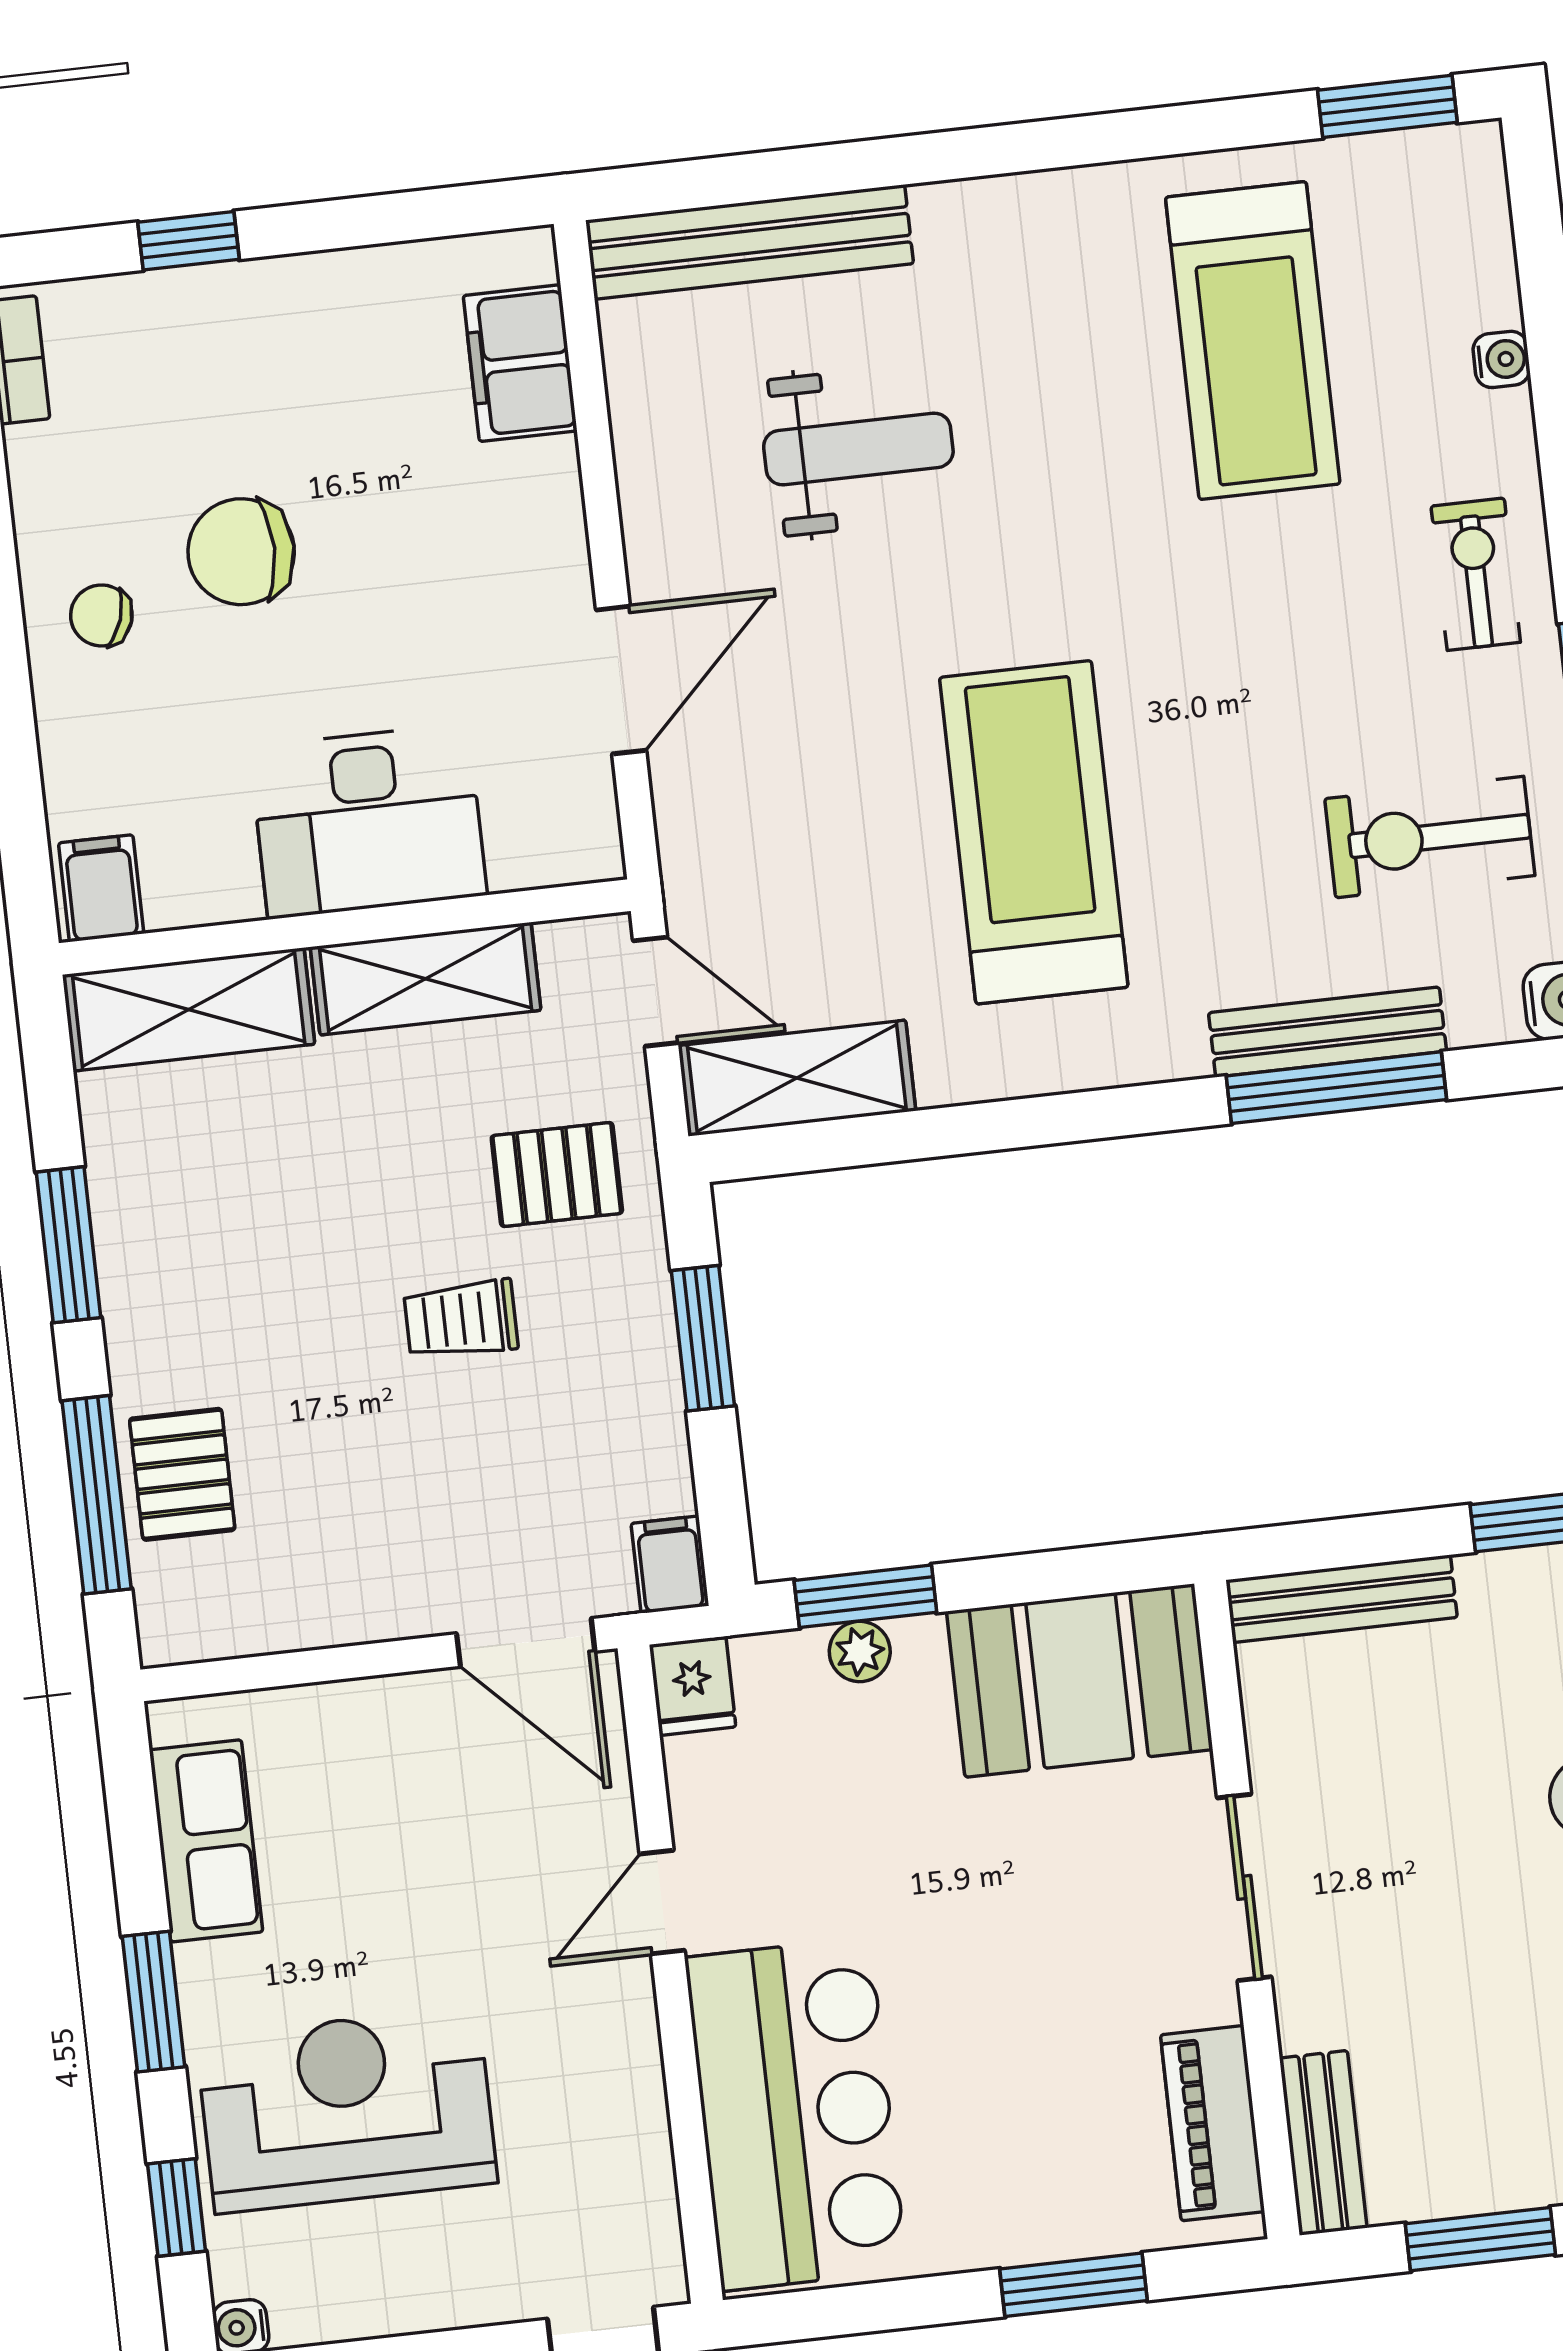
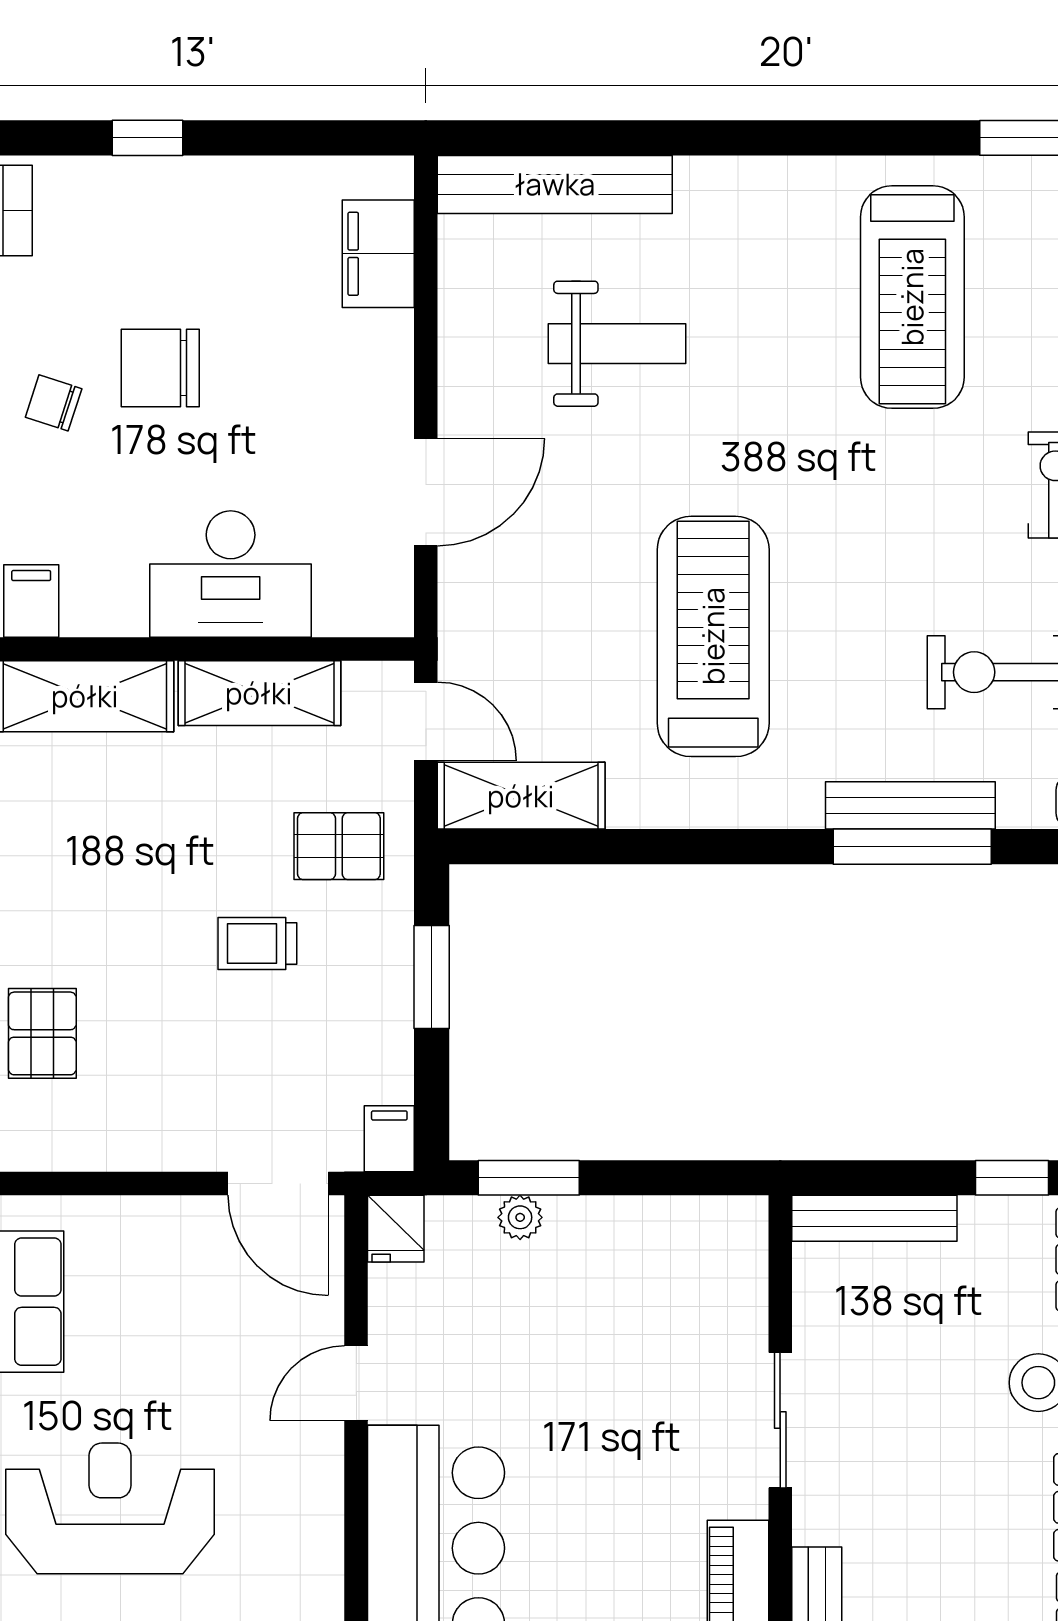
booth: (1080, 1680) -> (677, 1256), removed

